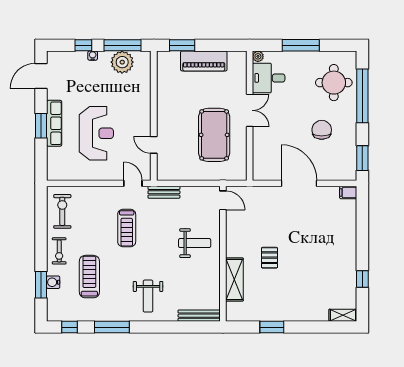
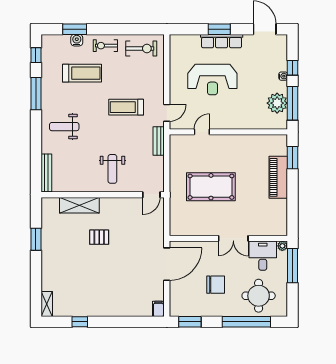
plant: (258, 56) -> (282, 246), moved
desk: (269, 78) -> (263, 256), moved
double door: (250, 110) -> (233, 238), moved
wall: (250, 116) -> (228, 238), moved

